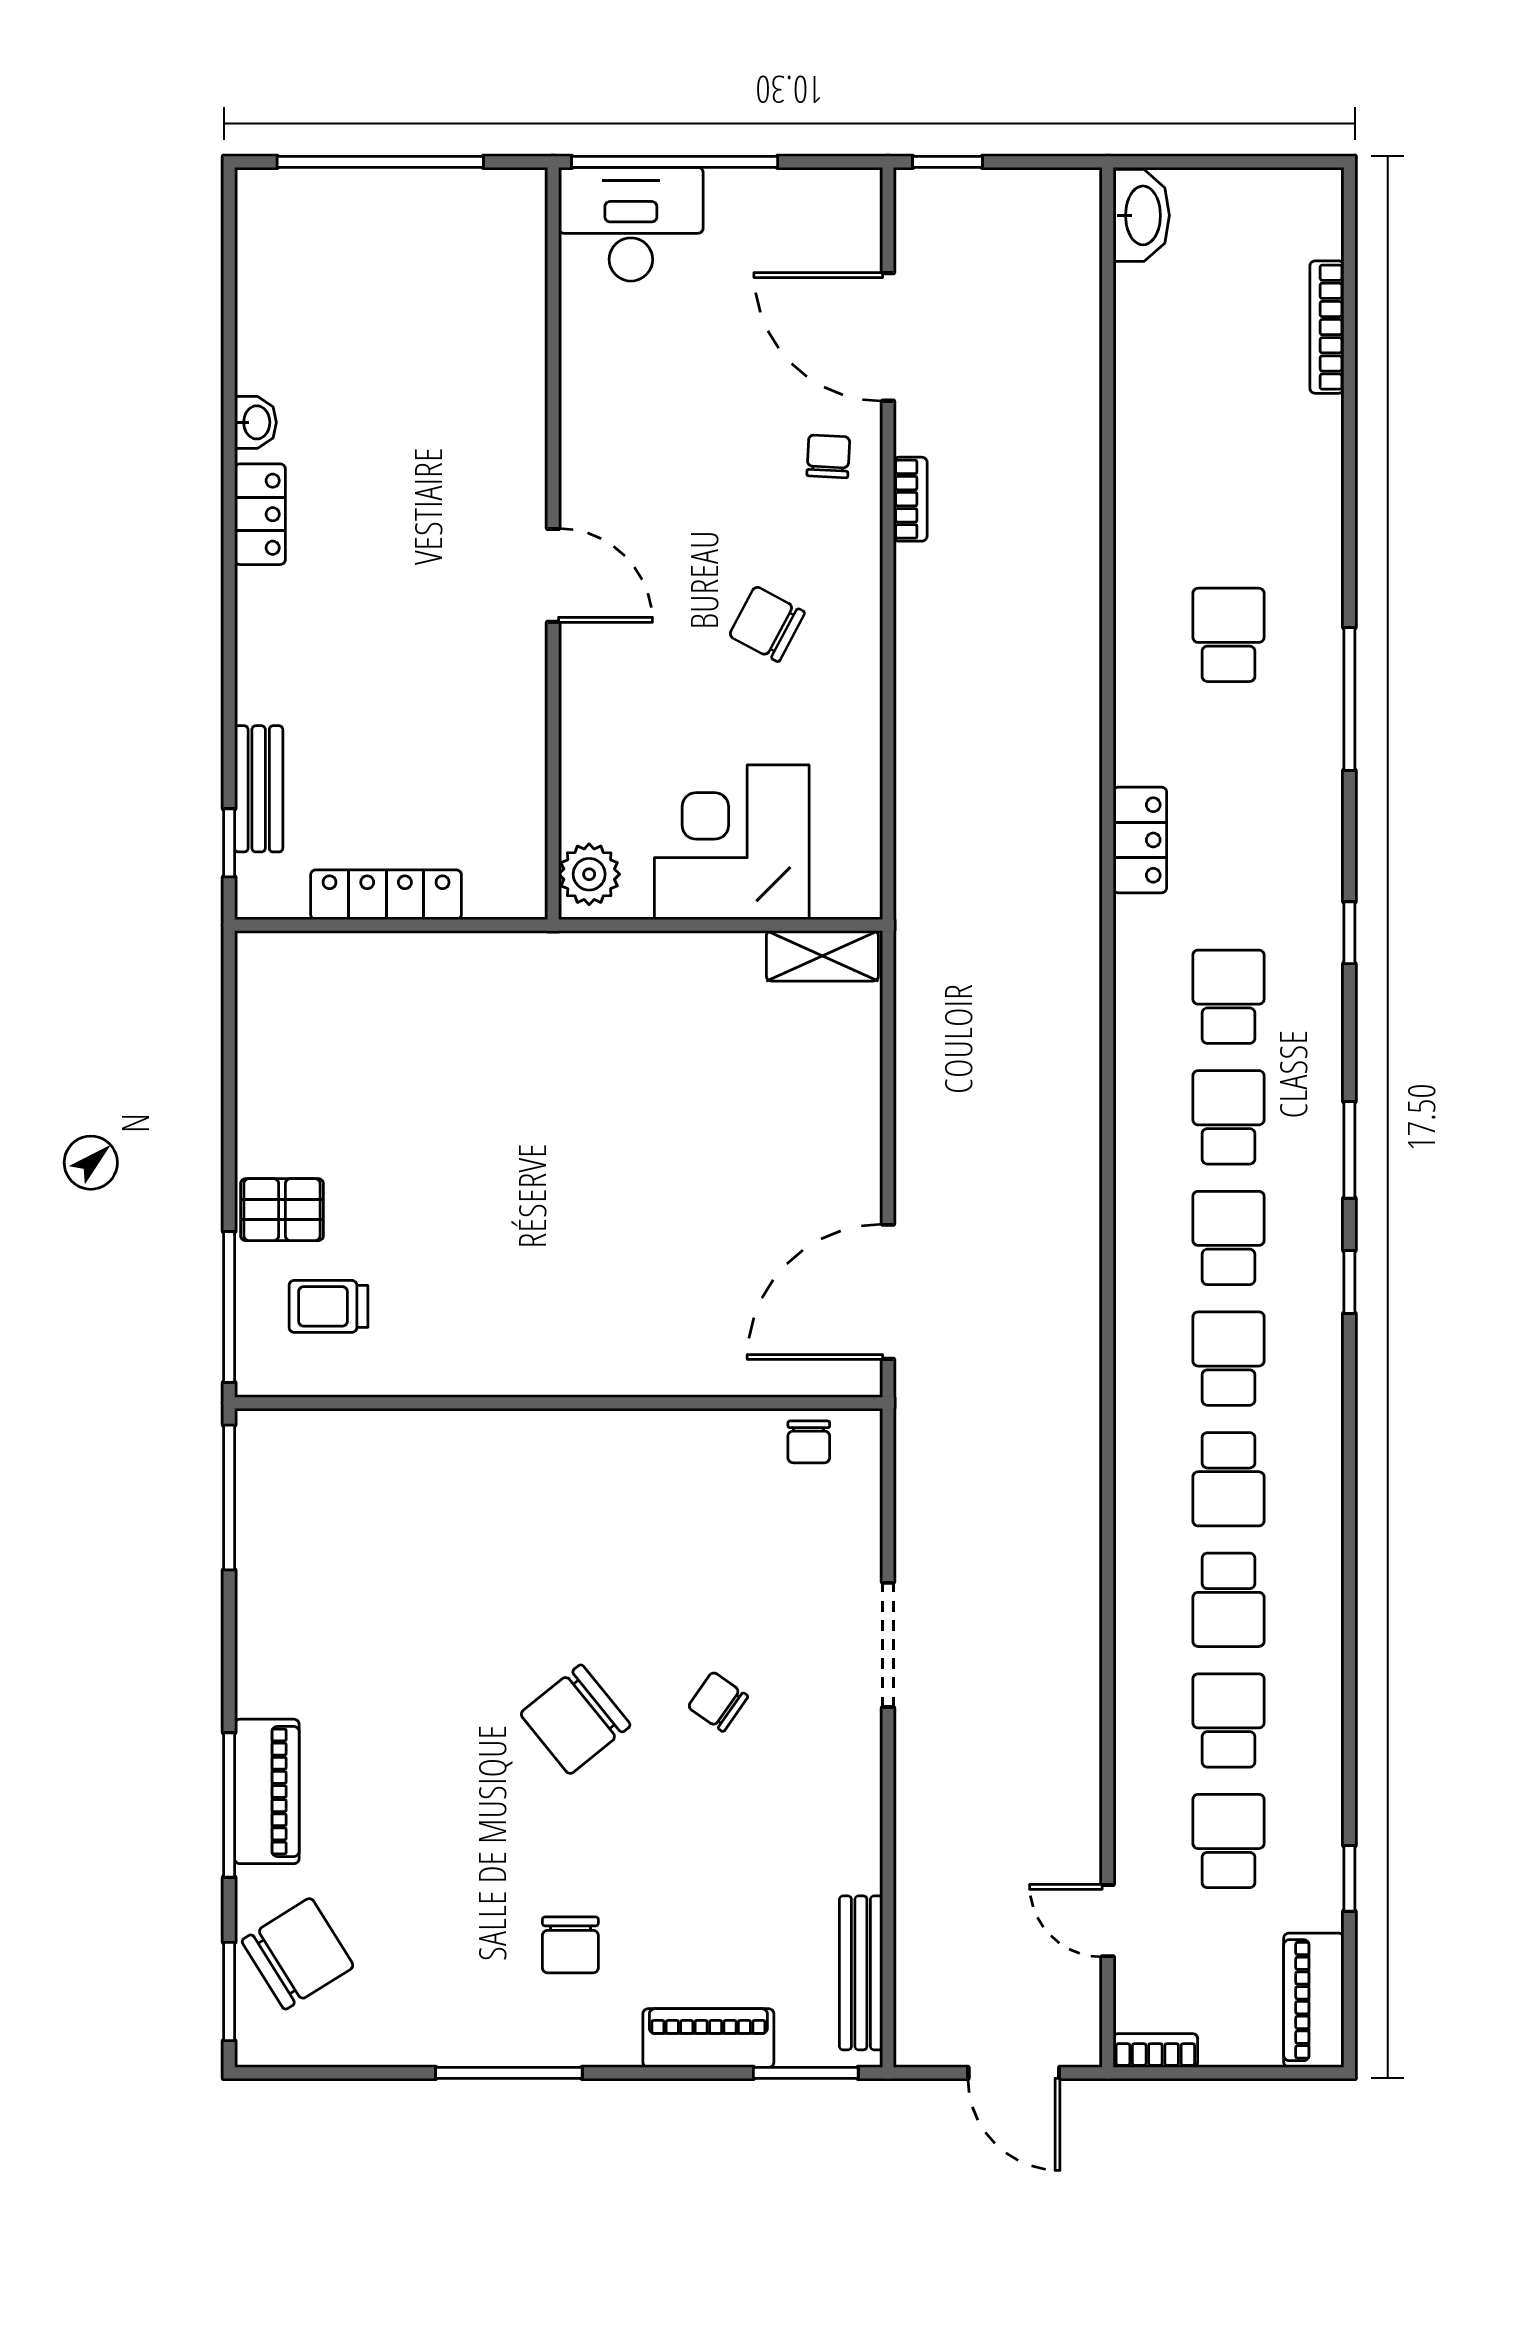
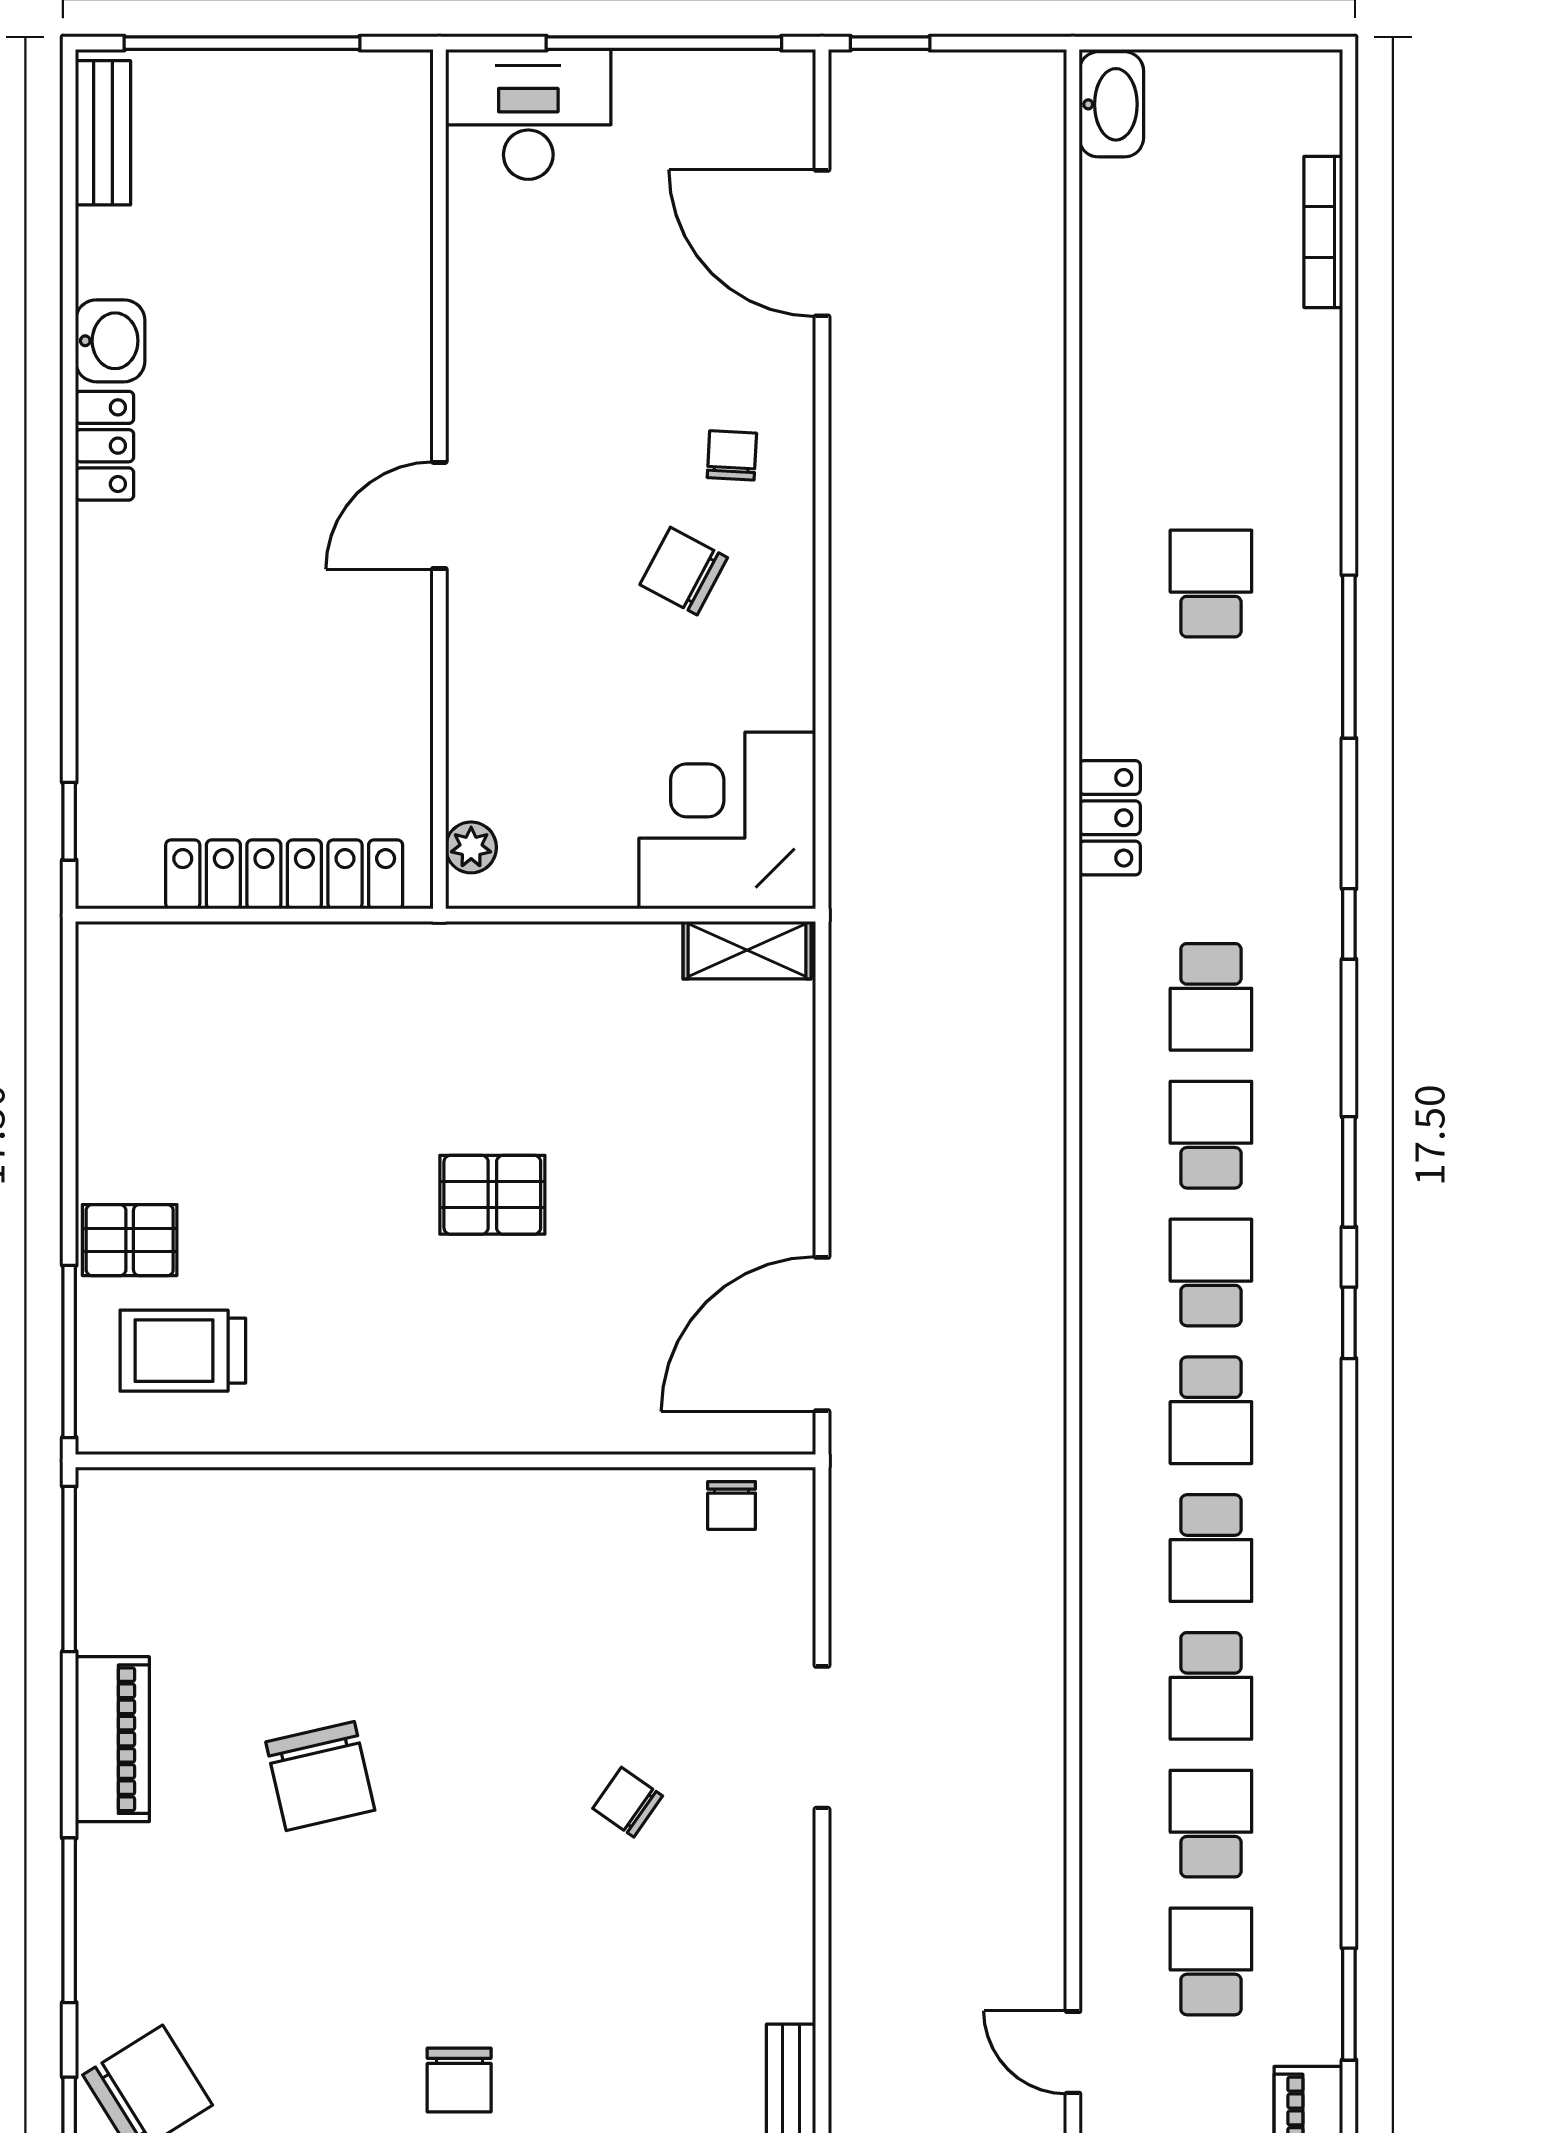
window: (675, 162) -> (664, 43), moved
washbasin: (256, 422) -> (110, 341), width x1.38, depth x1.45
chair: (828, 456) -> (732, 455), moved
bookcase: (910, 499) -> (847, 428), removed
door: (553, 575) -> (439, 515), swing flipped
bench: (259, 789) -> (103, 133), moved
corner desk: (732, 842) -> (727, 820), moved
plant: (589, 874) -> (471, 847), width x0.73, depth x0.73
locker: (386, 895) -> (284, 874), width x1.41, depth x1.21
school desk: (1228, 997) -> (1211, 997), turned 180
pallet: (599, 1170) -> (492, 1195), added
trolley: (329, 1306) -> (183, 1351), width x1.36, depth x1.39
school desk: (1228, 1359) -> (1211, 1410), turned 180
chair: (575, 1719) -> (320, 1776), moved, turned -64
piano: (267, 1791) -> (112, 1739), moved
window: (1349, 1878) -> (1349, 2004), width x1.50

